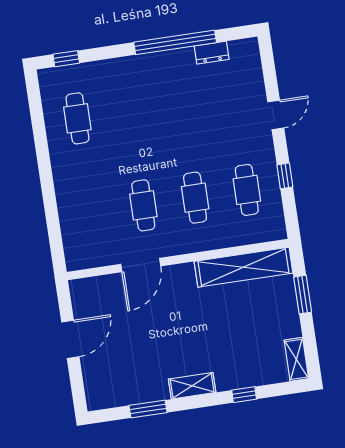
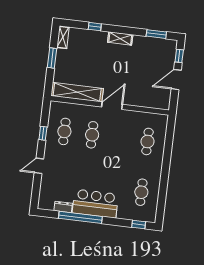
bar counter: (155, 75) -> (95, 204), added
cafe table: (143, 205) -> (147, 141), moved
door: (141, 265) -> (112, 106), moved
window: (303, 295) -> (52, 58), moved
window: (77, 384) -> (179, 56), added
window: (148, 409) -> (156, 34), moved

